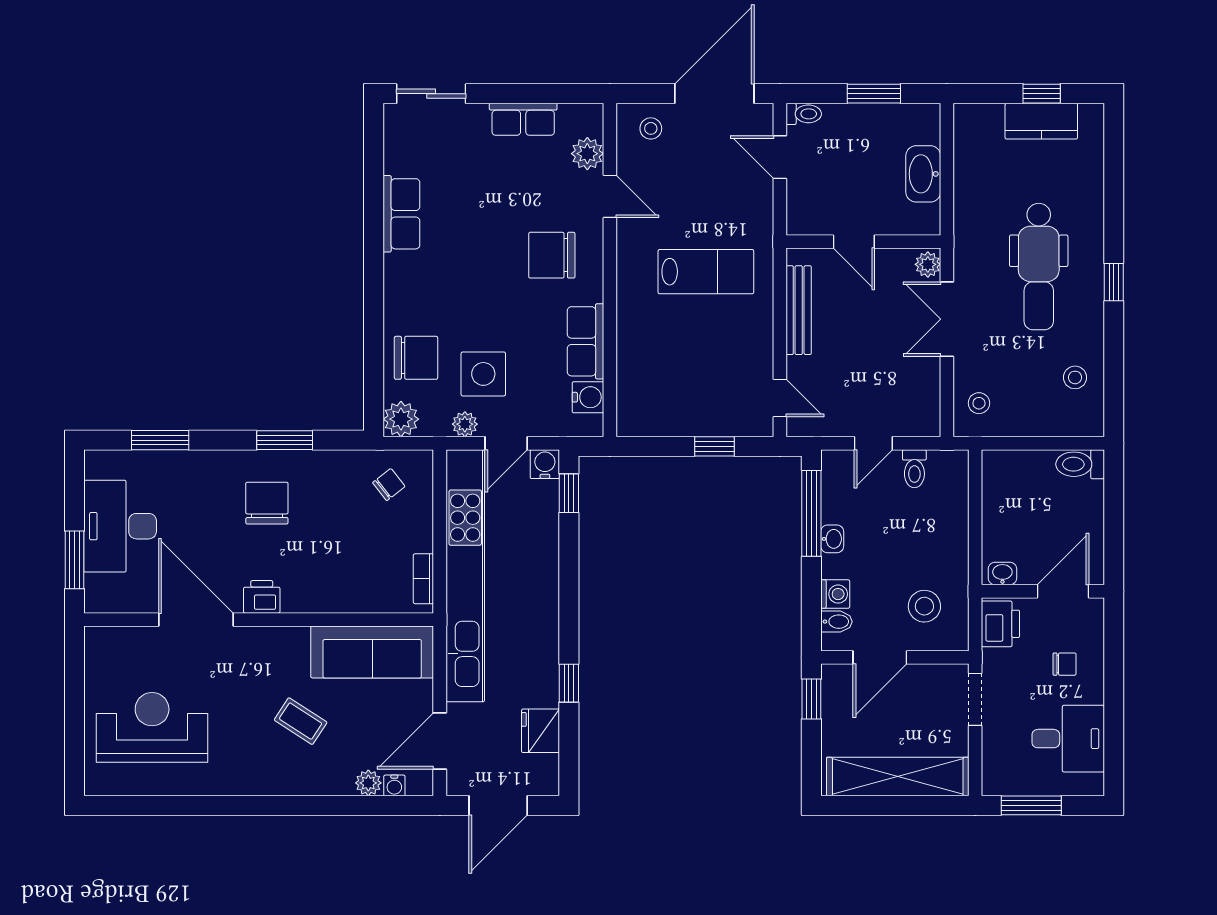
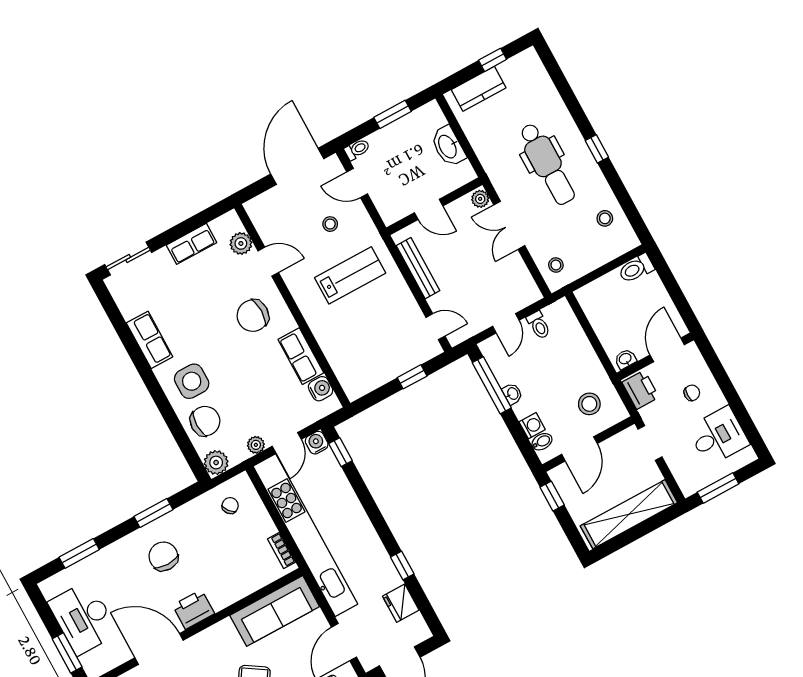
kitchen counter: (1041, 121) -> (479, 89), moved
stool: (651, 128) -> (330, 224), moved
side table: (483, 374) -> (192, 381), moved
printer: (262, 597) -> (193, 609), width x1.36, depth x1.24

